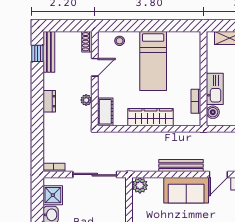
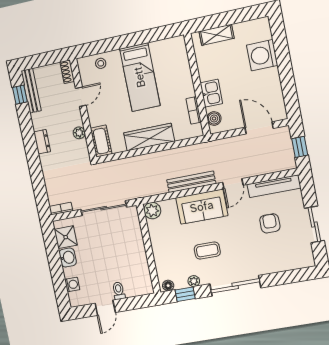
kitchen sink: (215, 89) -> (211, 93), width x0.73

